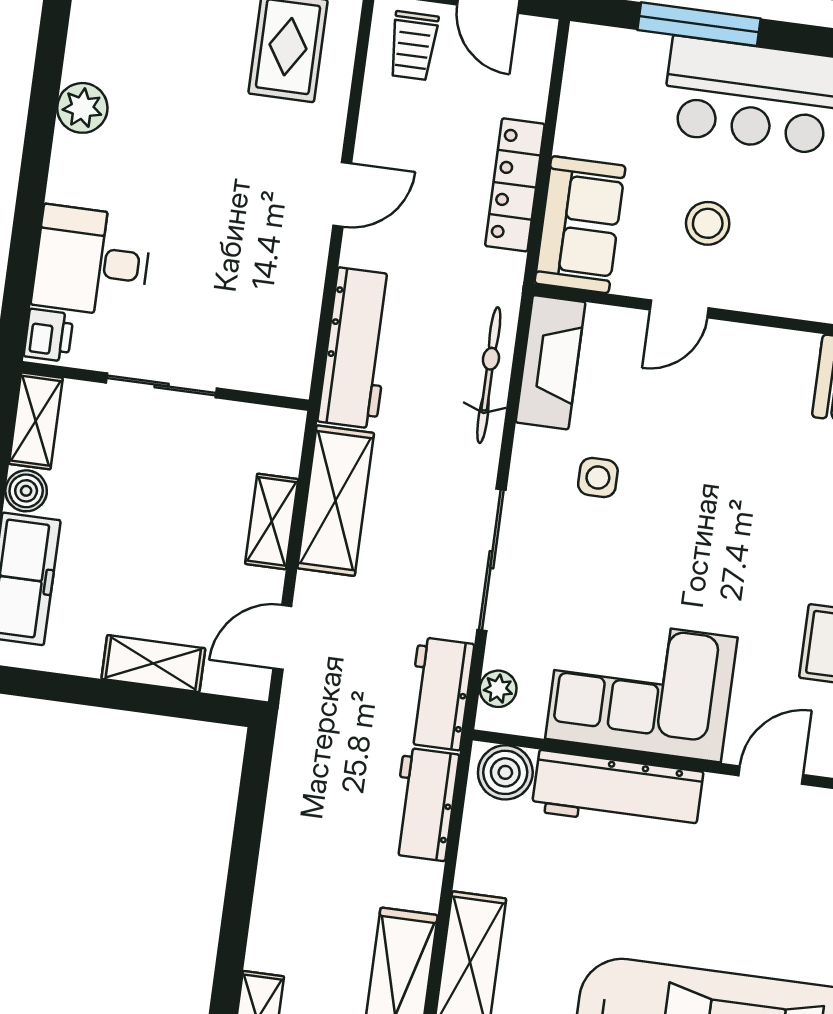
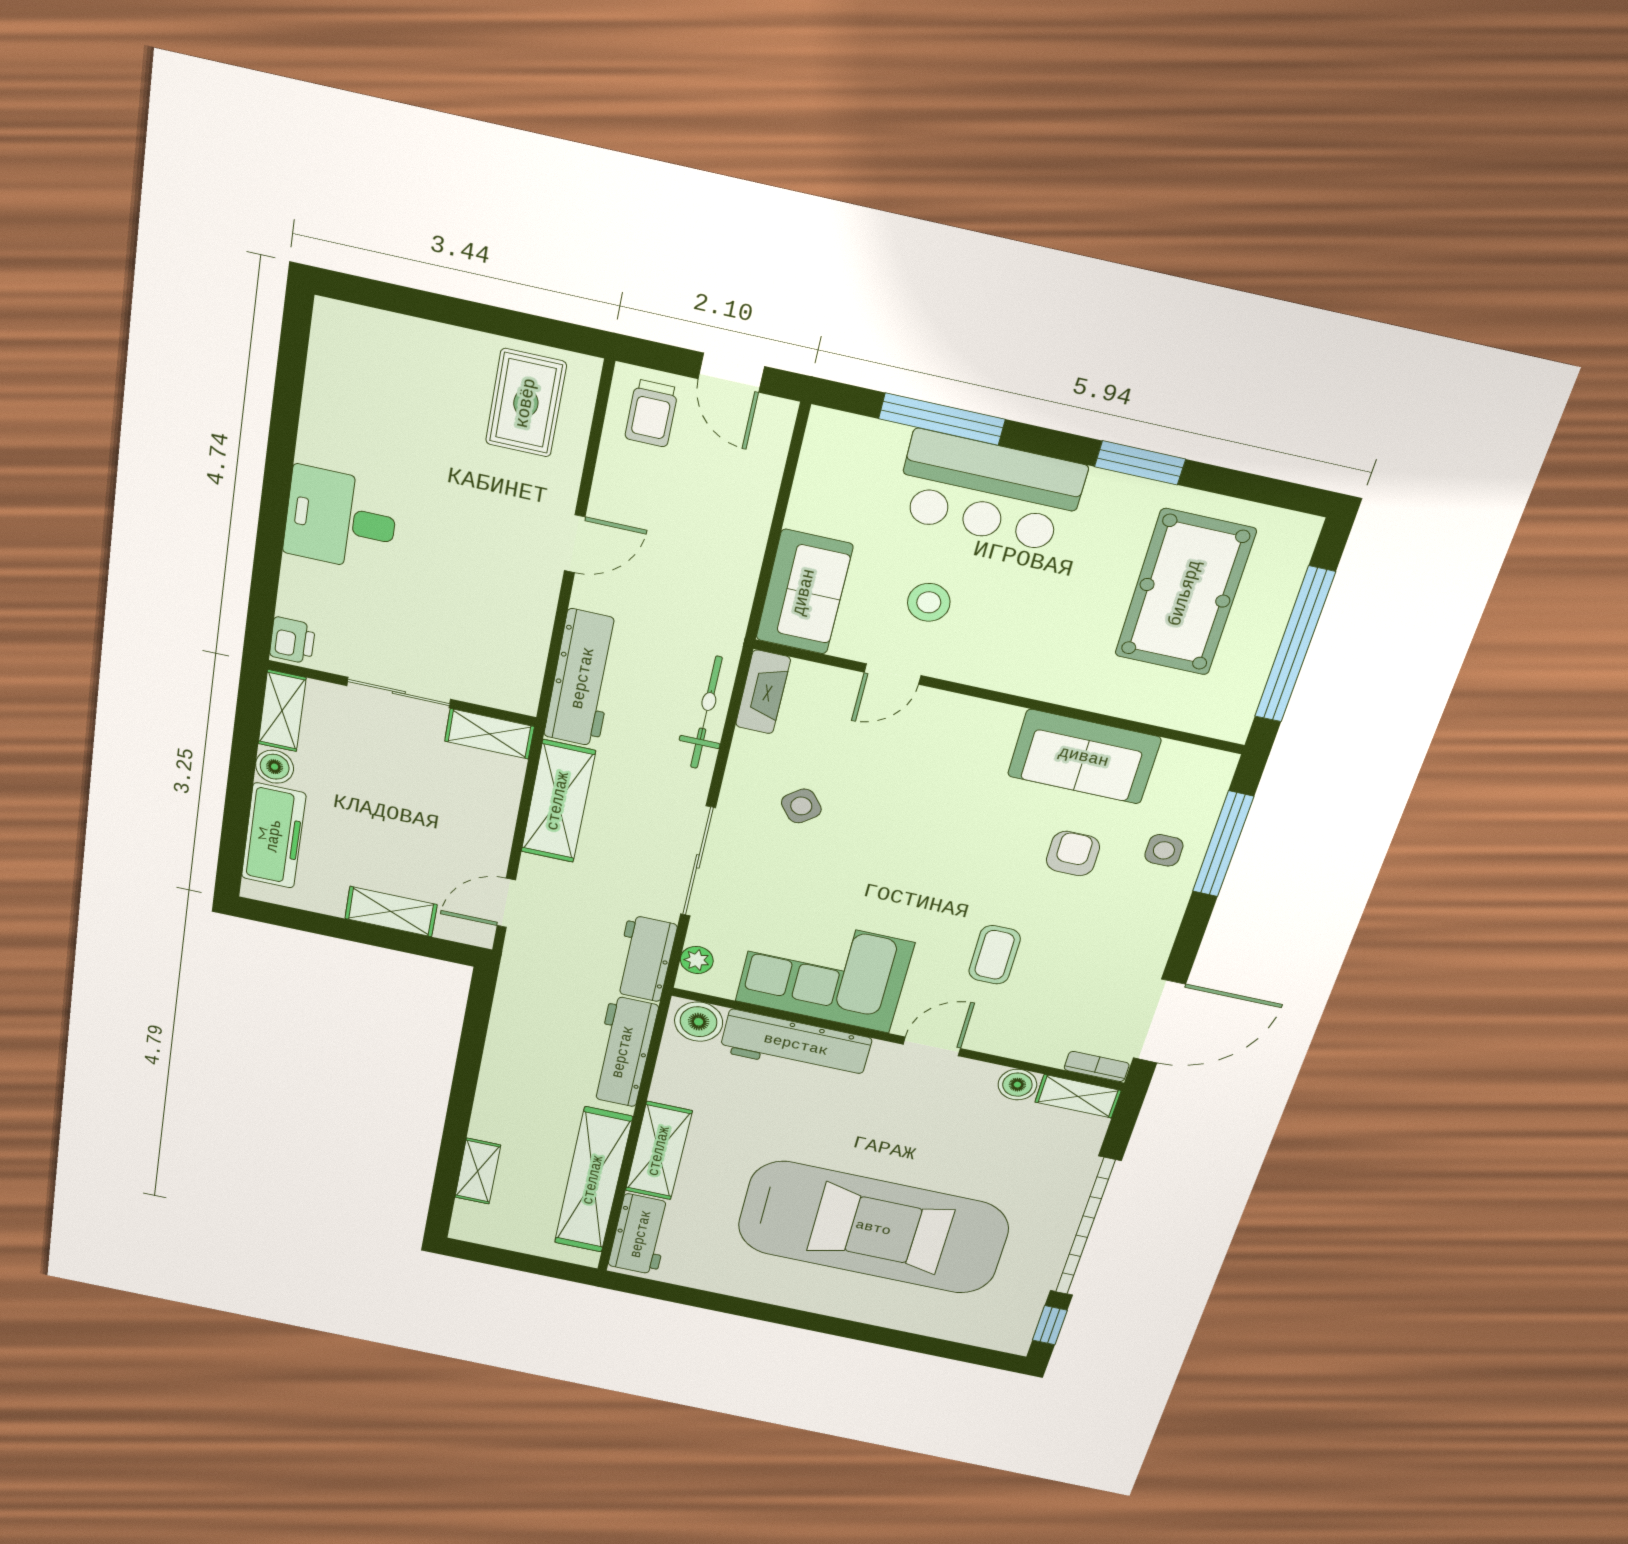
plant: (82, 108) -> (321, 442), removed
locker: (515, 185) -> (744, 551), removed
desk: (92, 261) -> (341, 519), moved
fireplace: (551, 362) -> (763, 692), width x0.73, depth x0.76
side table: (598, 478) -> (801, 806), turned -38
shelving: (272, 521) -> (489, 734), moved, turned 90
workbench: (425, 804) -> (623, 1052), width x1.38

